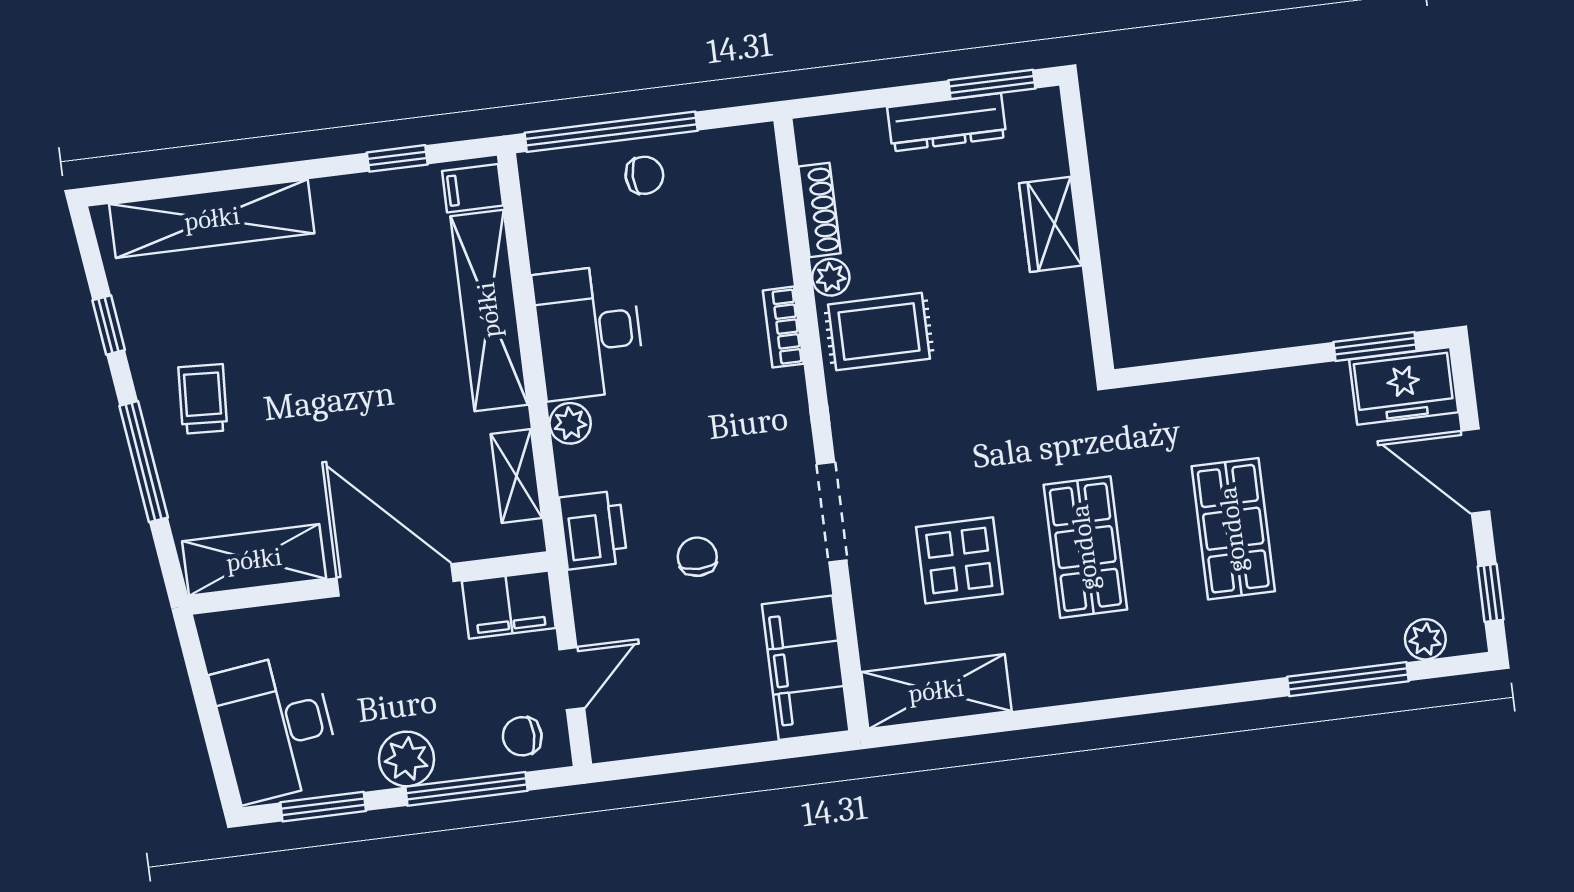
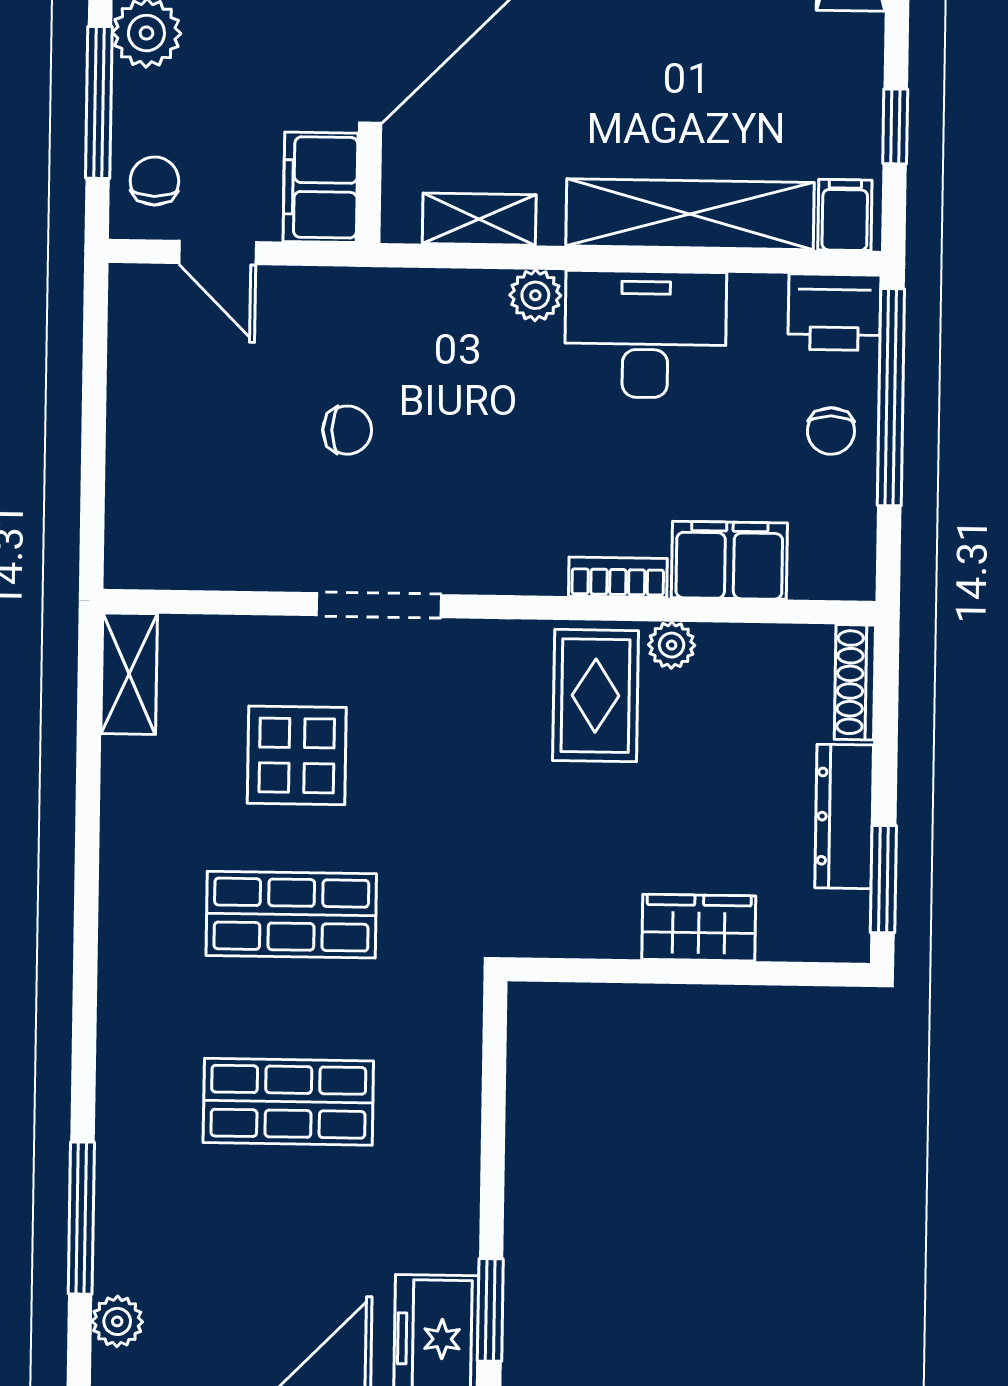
shoe rack: (819, 210) -> (855, 682), moved, turned 90
printer: (593, 530) -> (834, 312), moved
filing cabinet: (806, 668) -> (729, 560), moved, width x0.67, depth x0.86
shelving: (936, 691) -> (129, 674), width x0.67, depth x0.75

